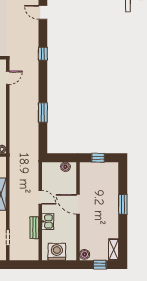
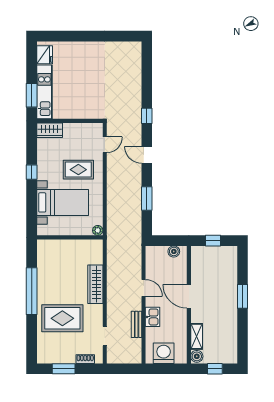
door: (43, 12) -> (147, 155), moved
window: (43, 113) -> (147, 199), moved
shelving: (114, 250) -> (197, 336), moved

